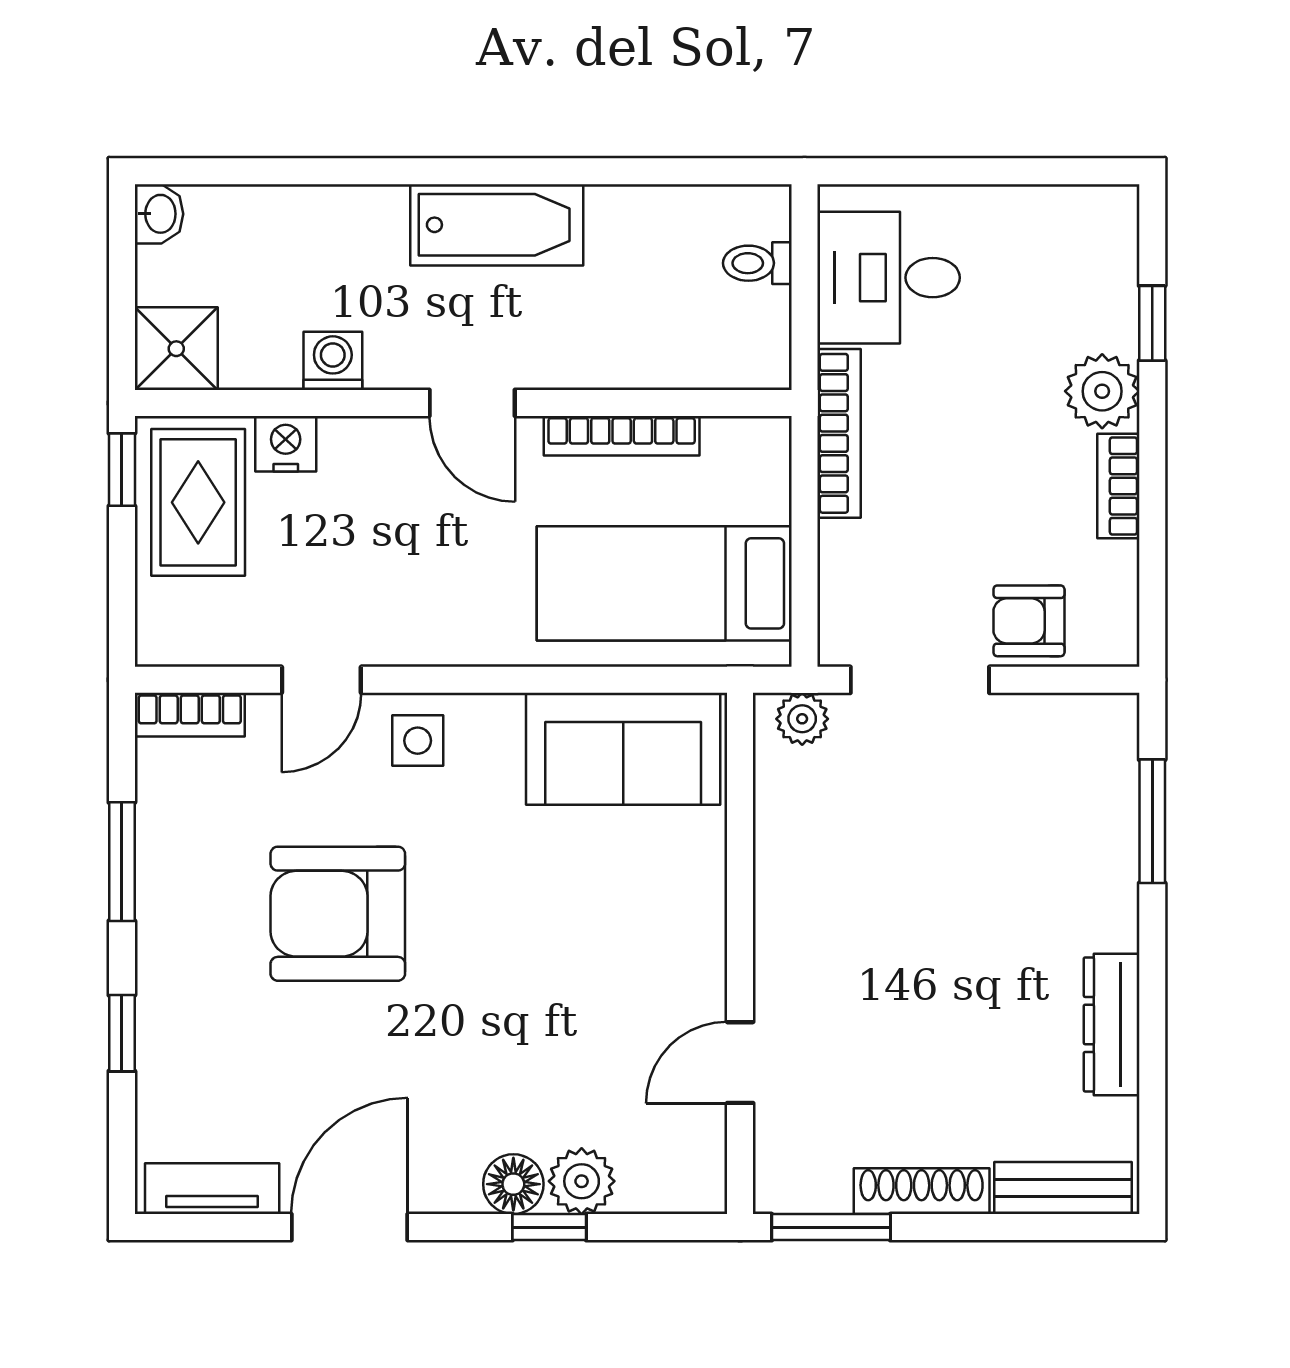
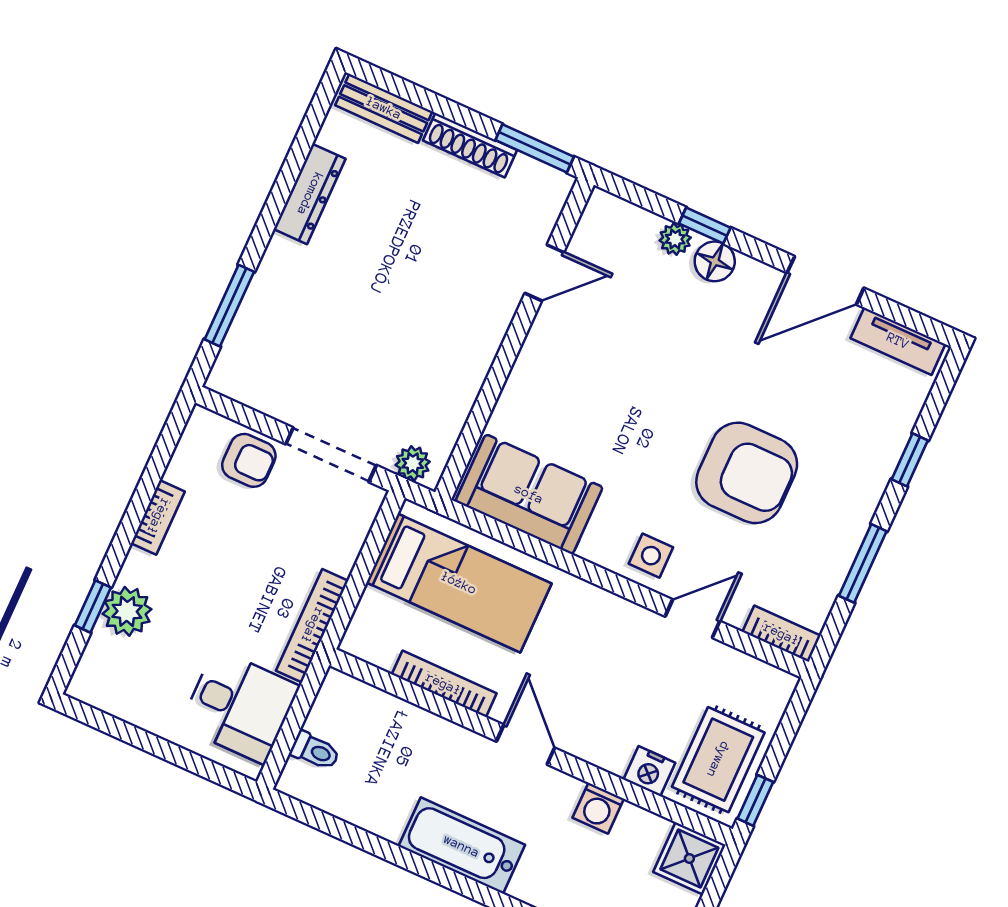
plant: (1102, 391) -> (127, 611), moved
plant: (582, 1181) -> (675, 239), width x0.73, depth x0.73

